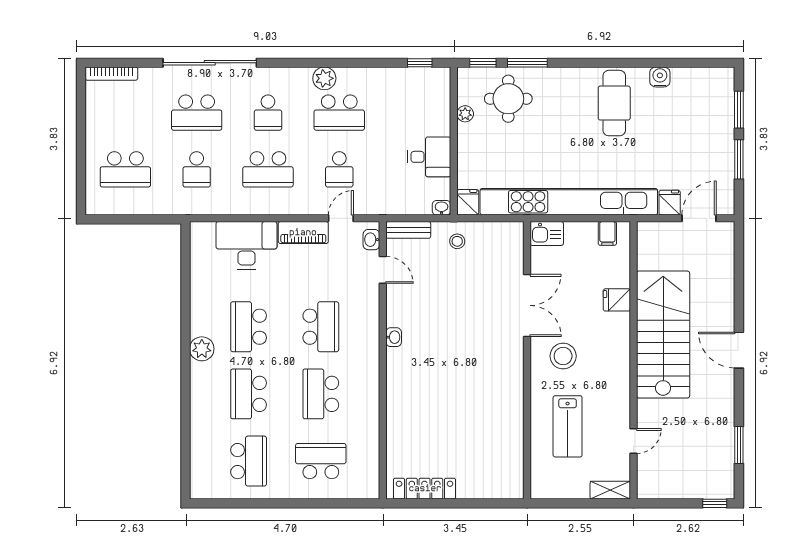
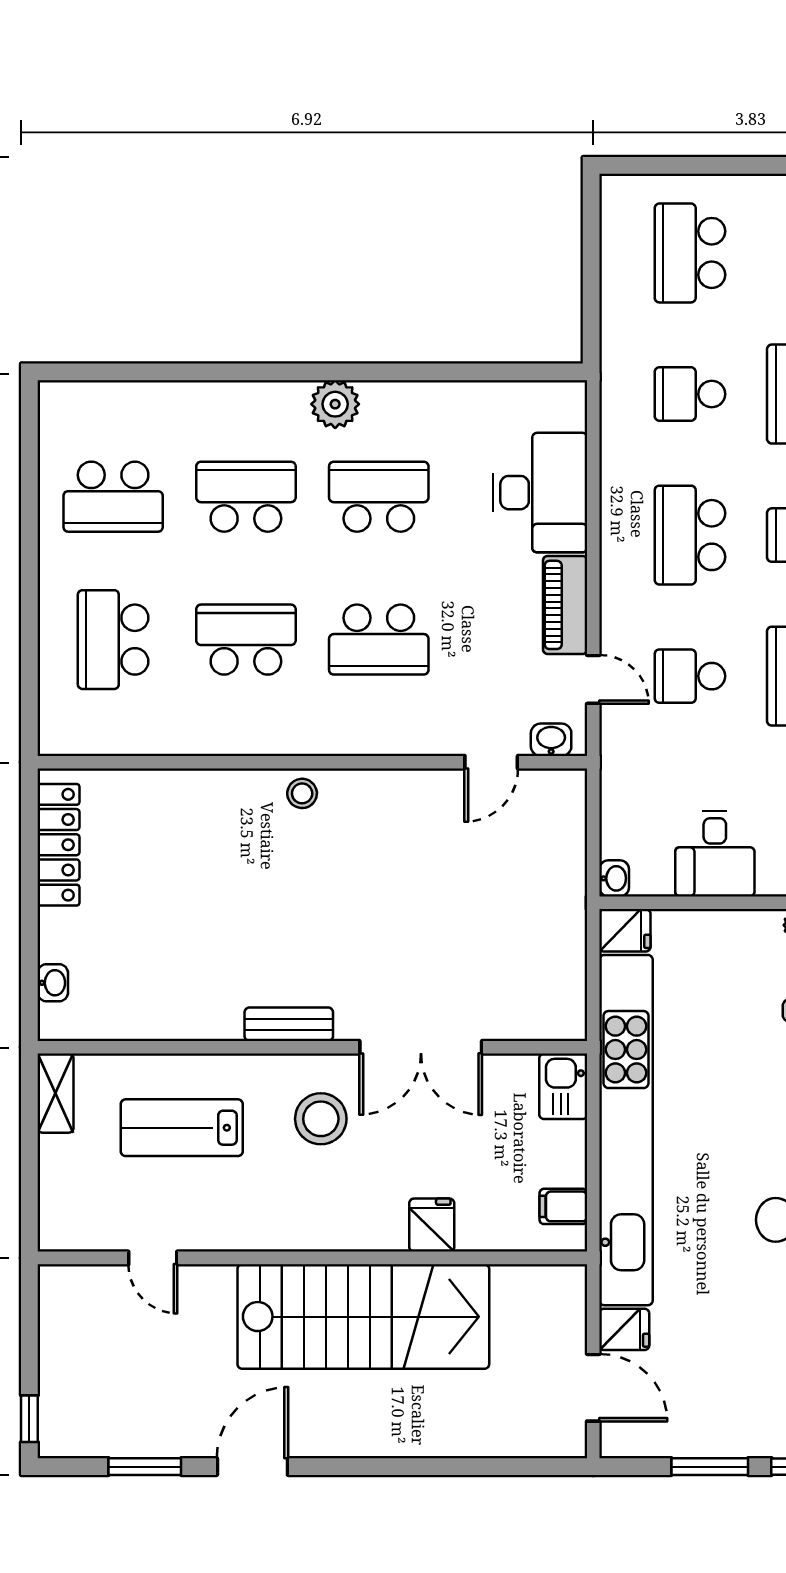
bench: (408, 230) -> (289, 1024), moved, turned 90
stool: (457, 241) -> (302, 793), moved
washbasin: (394, 337) -> (53, 983), moved, turned -90
door: (739, 350) -> (252, 1467), moved
school desk: (321, 461) -> (113, 640), turned 180
shelving: (610, 490) -> (56, 1093), moved

